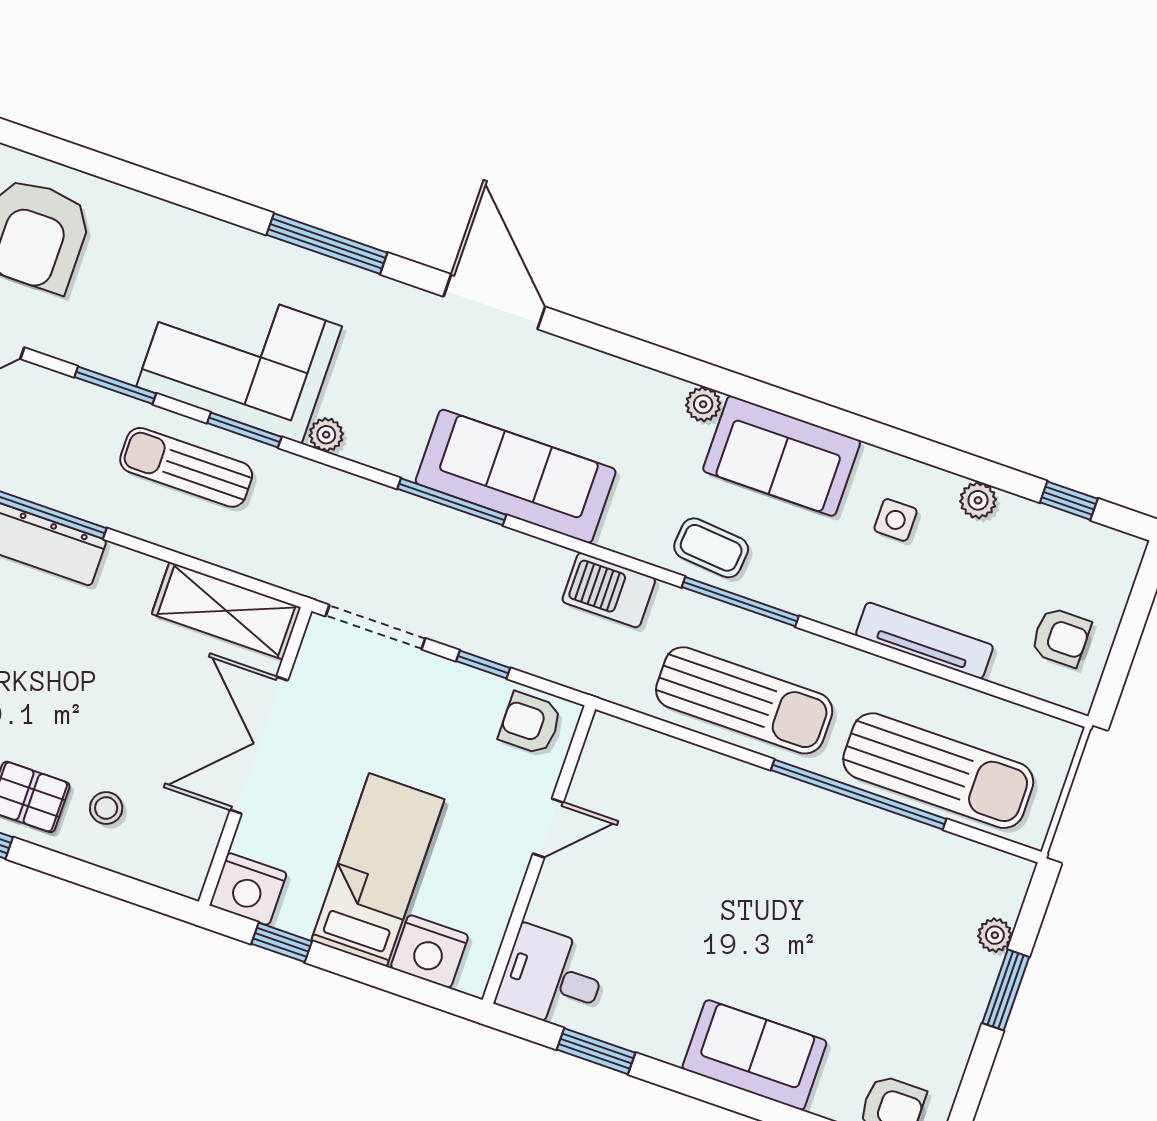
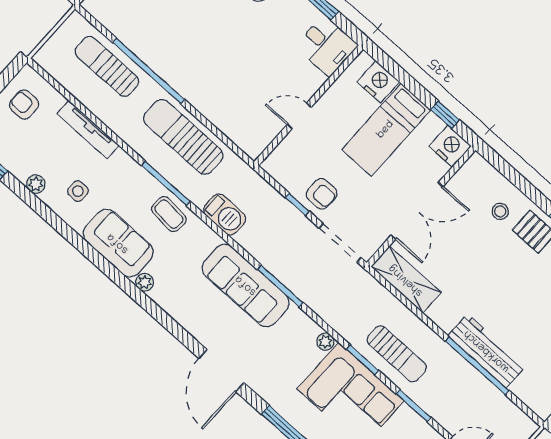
armchair: (530, 723) -> (322, 194), moved
sun lounger: (938, 771) -> (107, 66), width x0.73, depth x0.75

